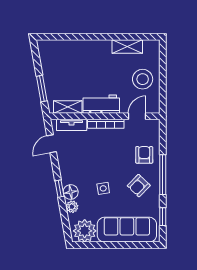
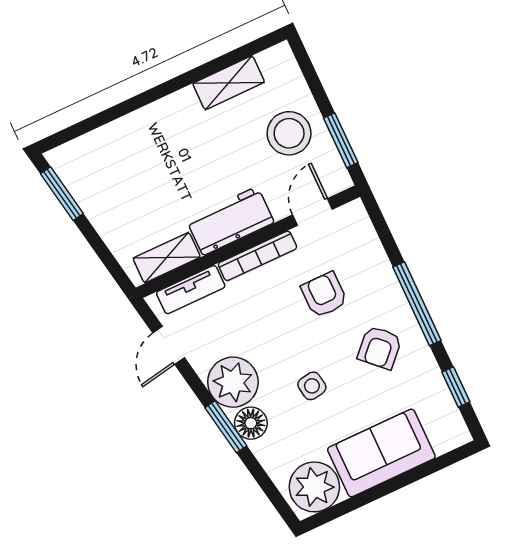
window: (42, 89) -> (62, 194), moved
window: (163, 92) -> (341, 140), added
armchair: (144, 155) -> (324, 295), moved
window: (60, 189) -> (226, 427), width x1.50
plant: (72, 207) -> (233, 382), moved, width x1.88, depth x1.88
sofa: (127, 230) -> (381, 453), width x0.73

